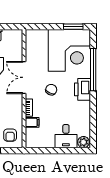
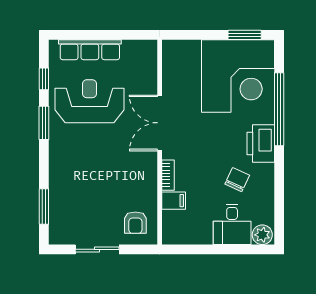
chair: (51, 90) -> (237, 180), moved

